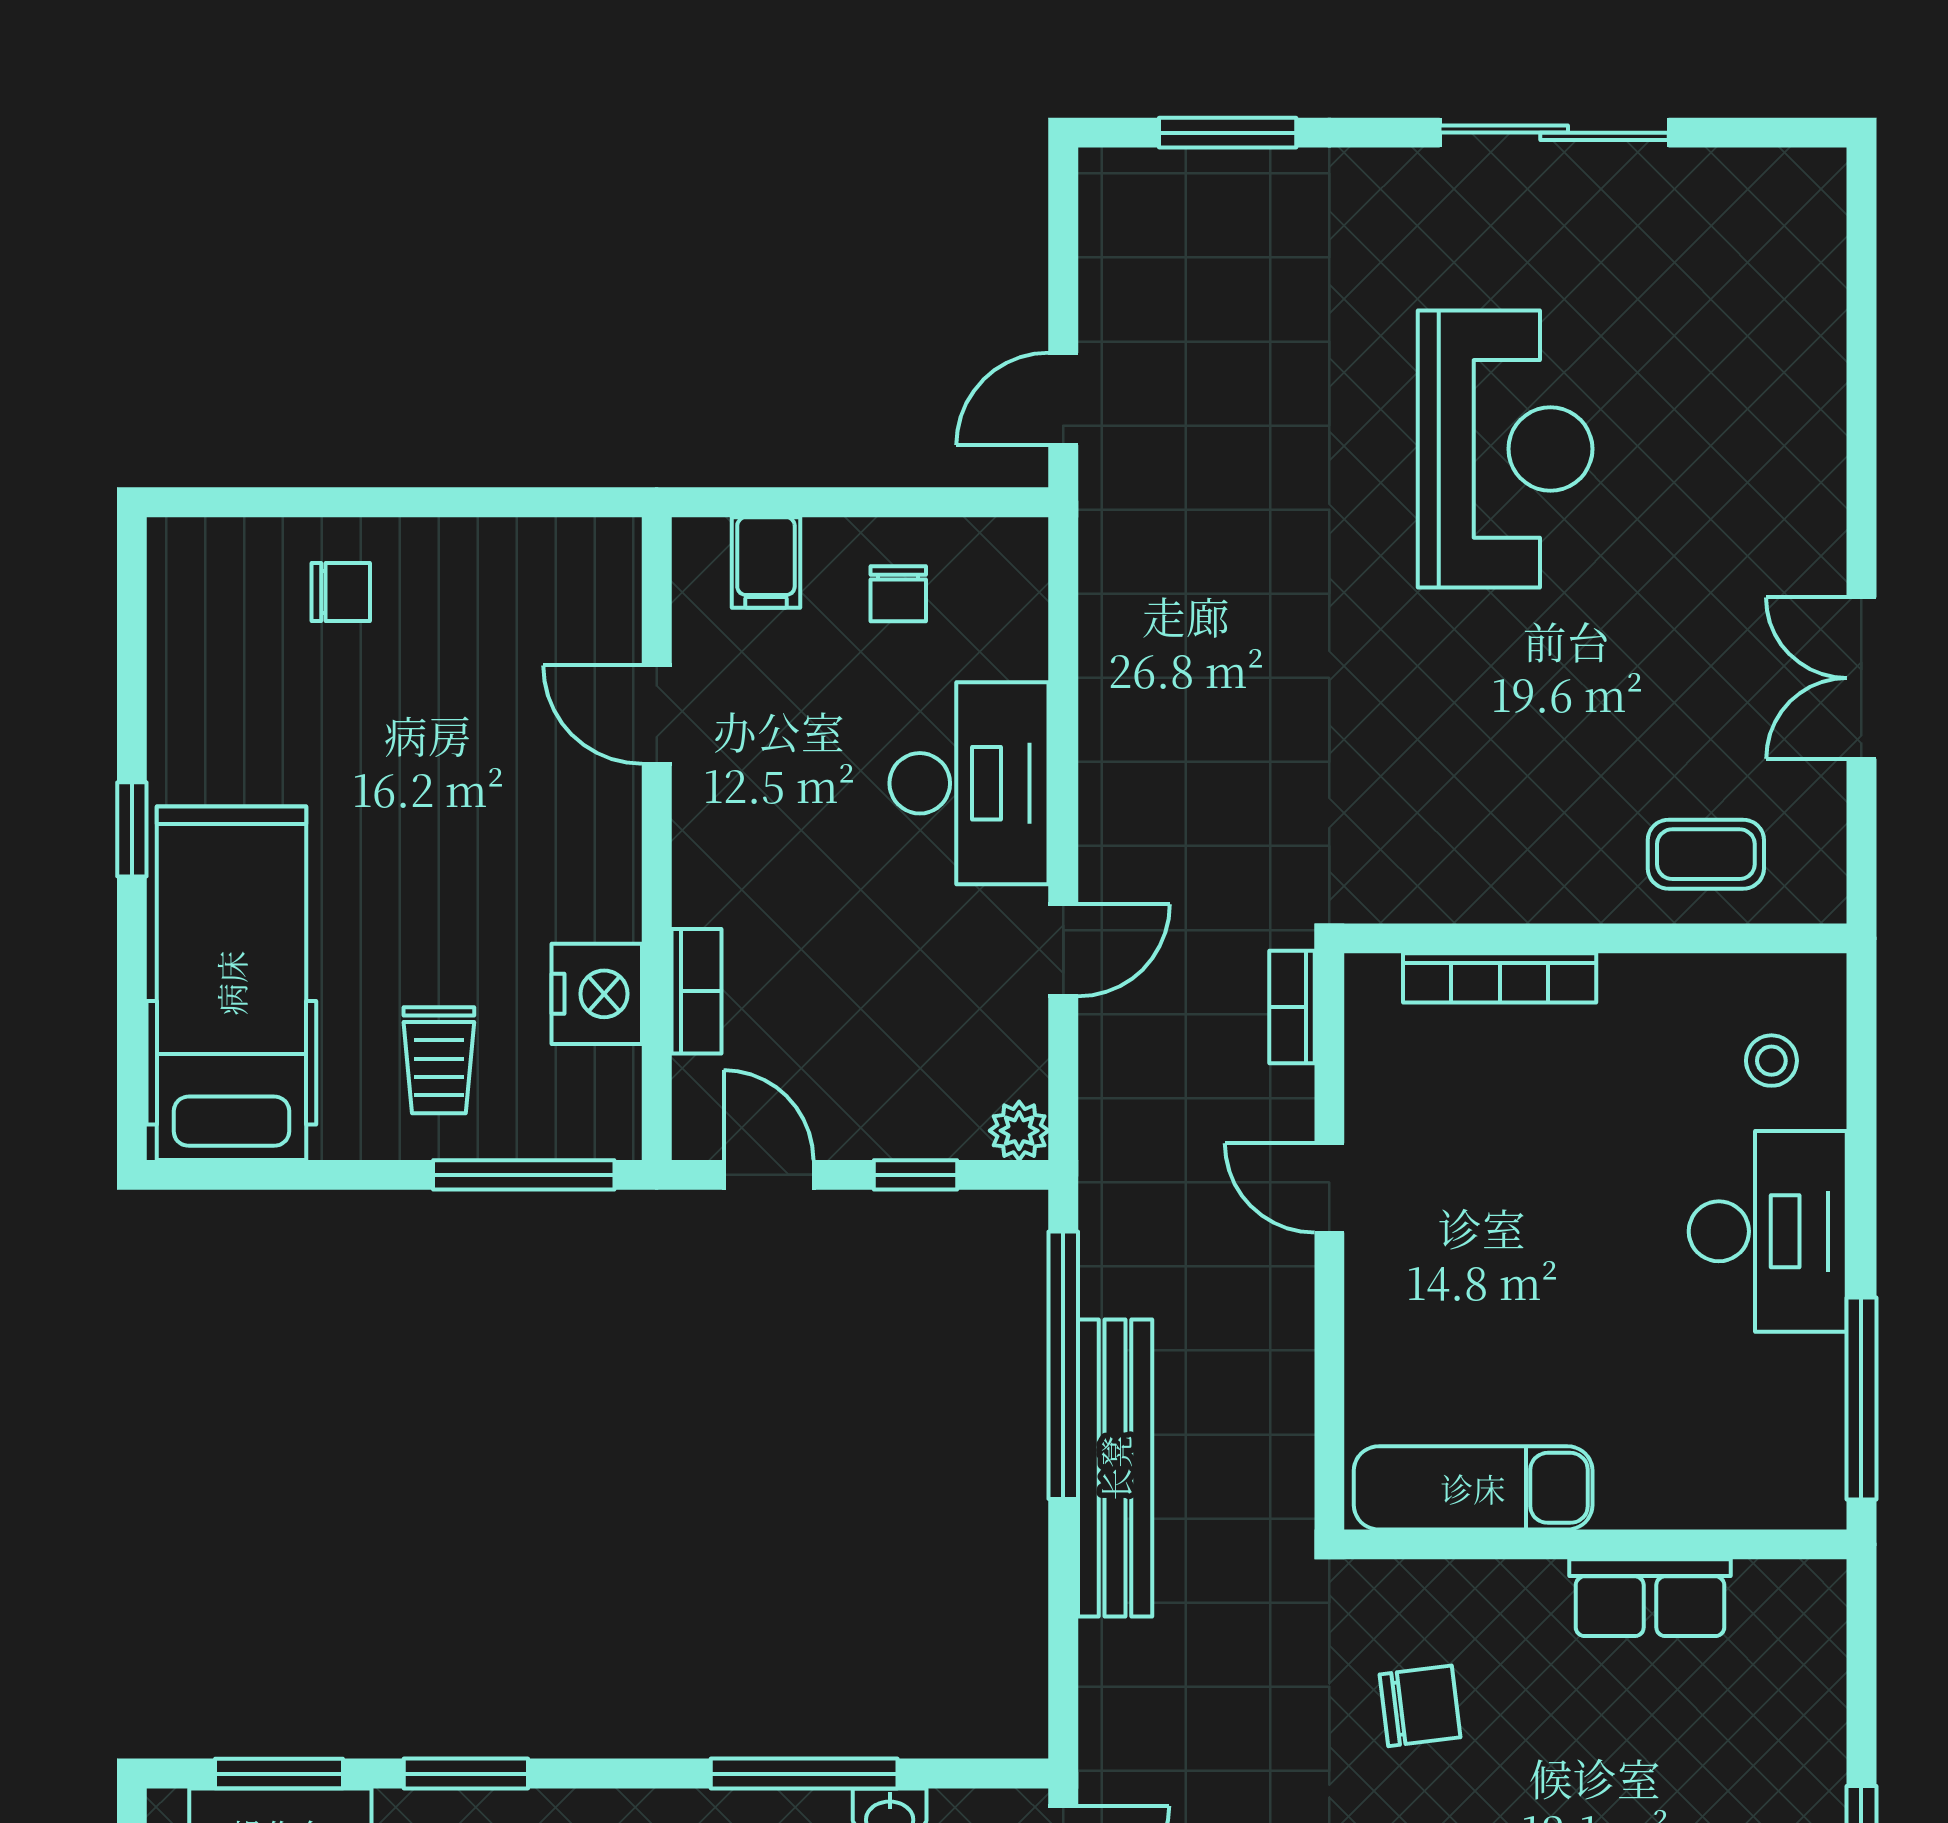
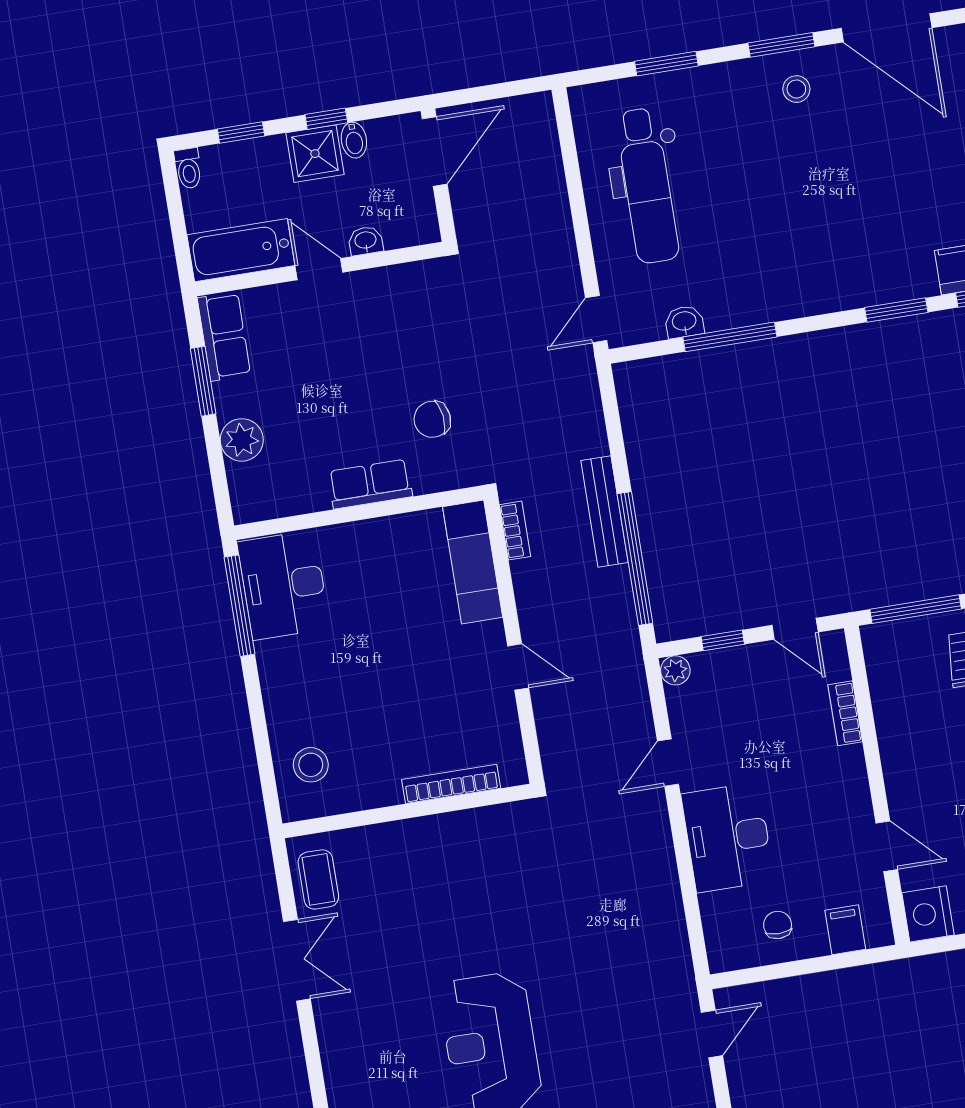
coffee table: (1706, 854) -> (318, 879), moved, turned 90
nightstand: (597, 994) -> (928, 914), moved
bookcase: (1292, 1007) -> (515, 531), moved
stool: (1771, 1061) -> (311, 765), width x1.37, depth x1.37
desk: (1768, 1231) -> (283, 585), moved
bench: (1115, 1468) -> (604, 512), width x0.73, depth x0.82
exam couch: (1473, 1488) -> (473, 562), moved, turned 90
row of seats: (1650, 1598) -> (370, 484), moved
plant: (1804, 1726) -> (242, 440), added

